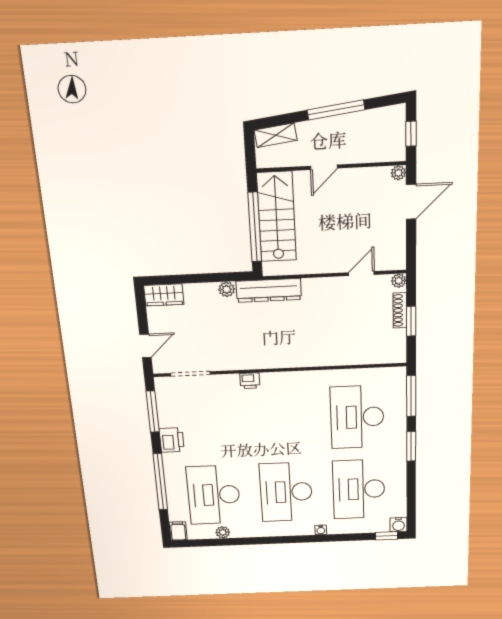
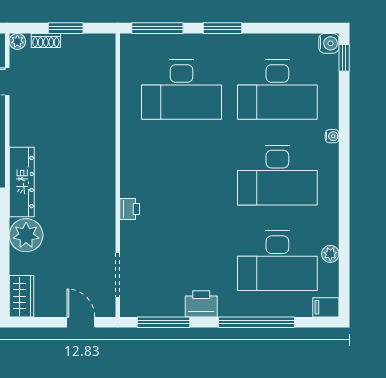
plant: (227, 289) -> (26, 235), width x1.87, depth x1.87
shoe rack: (400, 310) -> (46, 40), width x0.70

